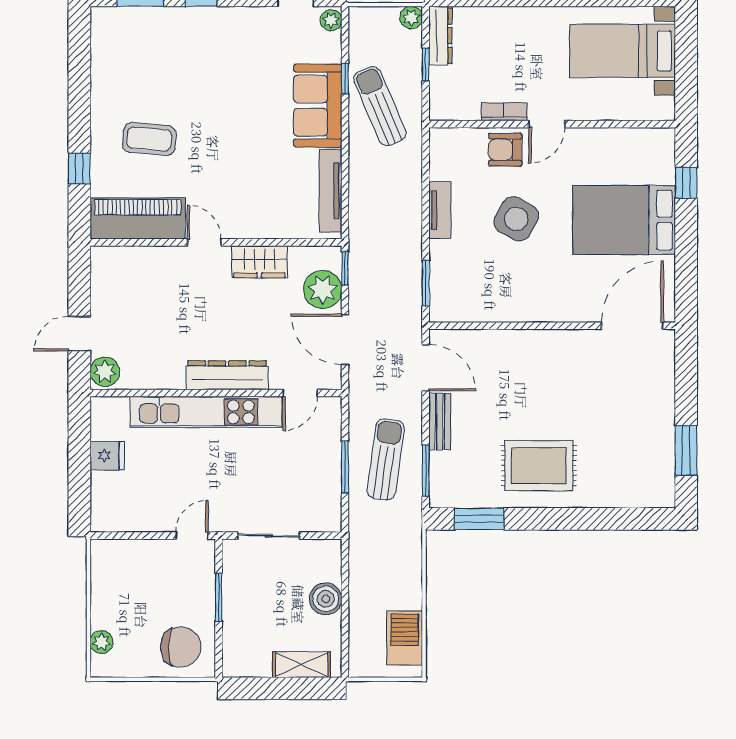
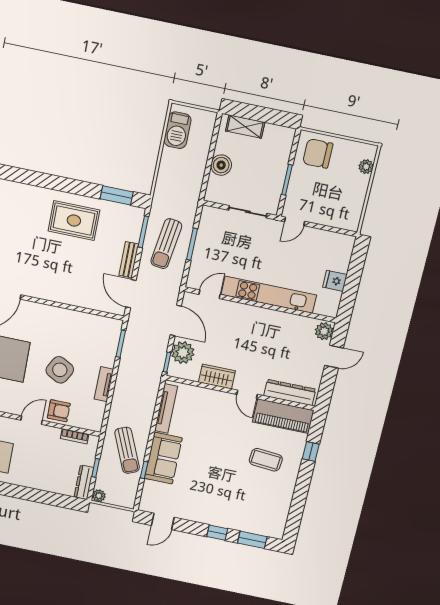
plant: (331, 20) -> (145, 504), removed
bookcase: (504, 112) -> (75, 436), moved
dresser: (227, 375) -> (290, 392), moved, turned 180

